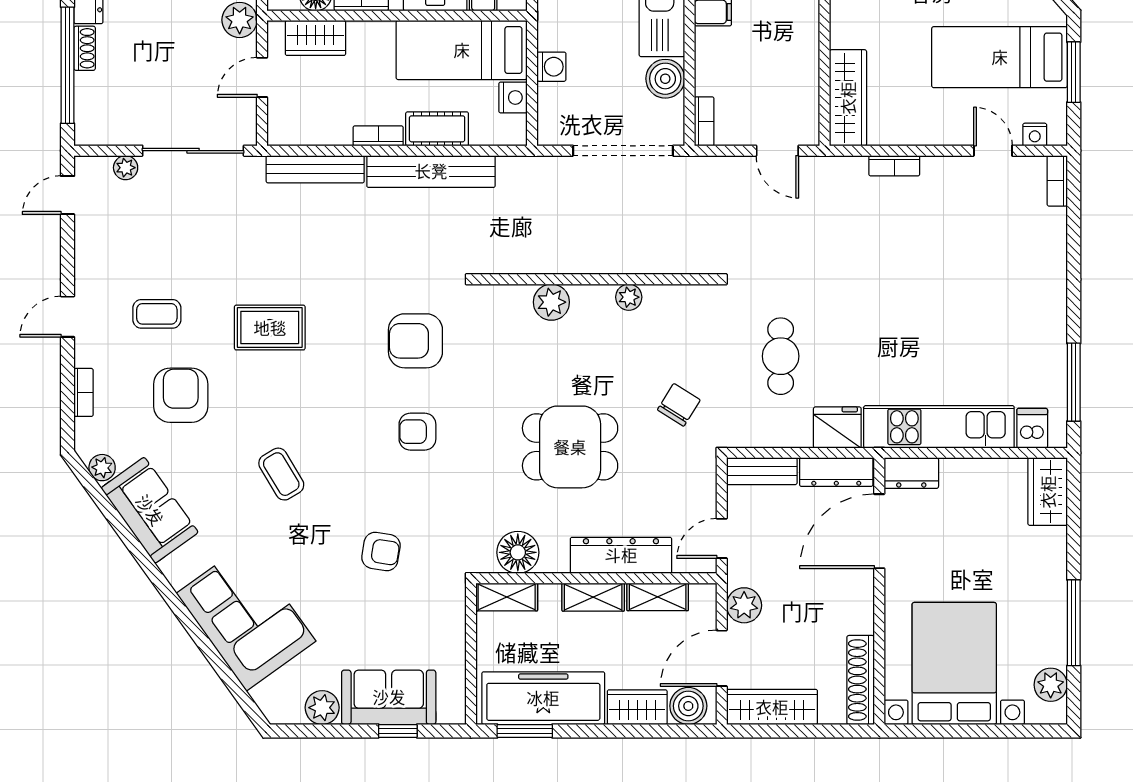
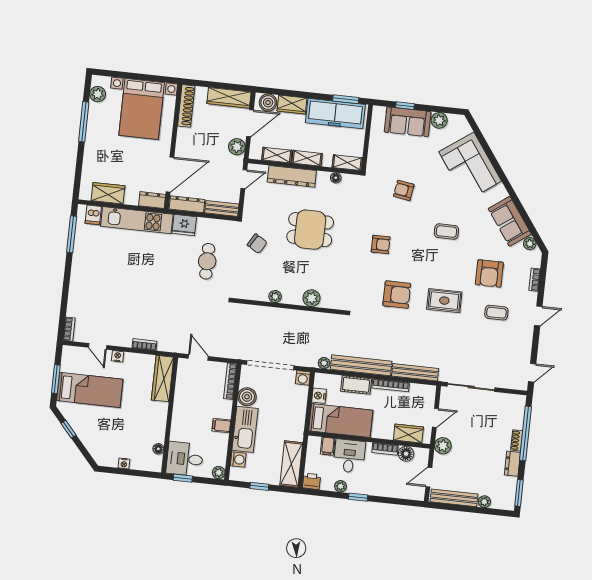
washing machine: (551, 67) -> (303, 378), moved, turned -90
bookcase: (704, 121) -> (230, 381), width x1.56
nightstand: (1035, 135) -> (118, 356), moved
bookcase: (378, 136) -> (391, 385), width x1.56
plant: (126, 168) -> (324, 363), moved
armchair: (415, 341) -> (397, 295), moved
chair: (679, 405) -> (257, 244), turned -91
coffee table: (281, 474) -> (446, 232), turned -59
wardrobe: (1048, 492) -> (108, 193), moved, turned -90
floor lamp: (518, 552) -> (336, 178), width x0.53, depth x0.53

